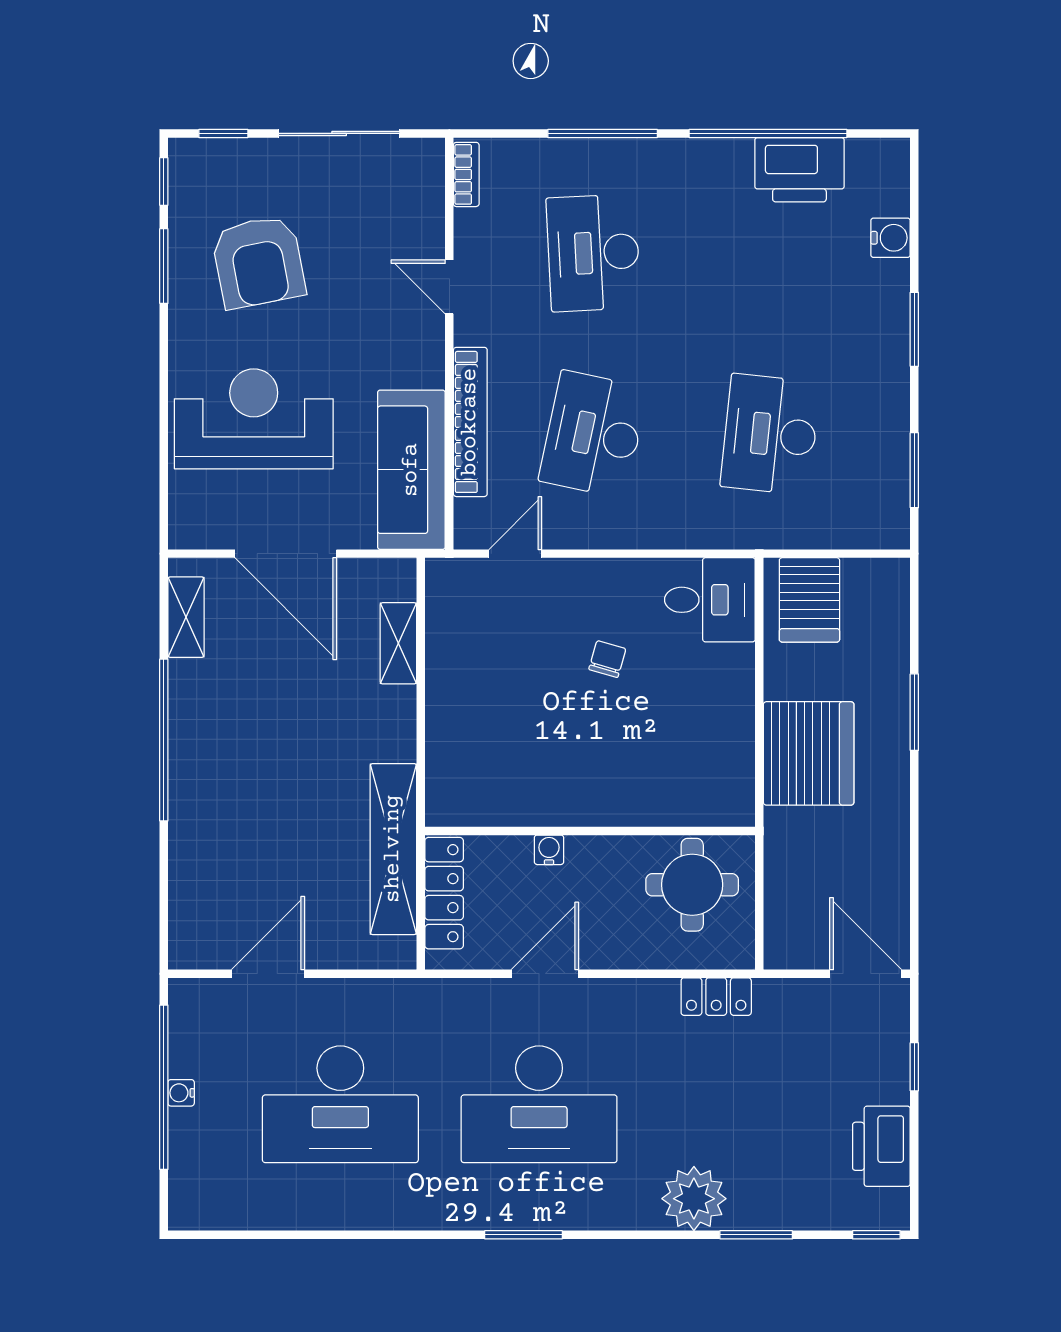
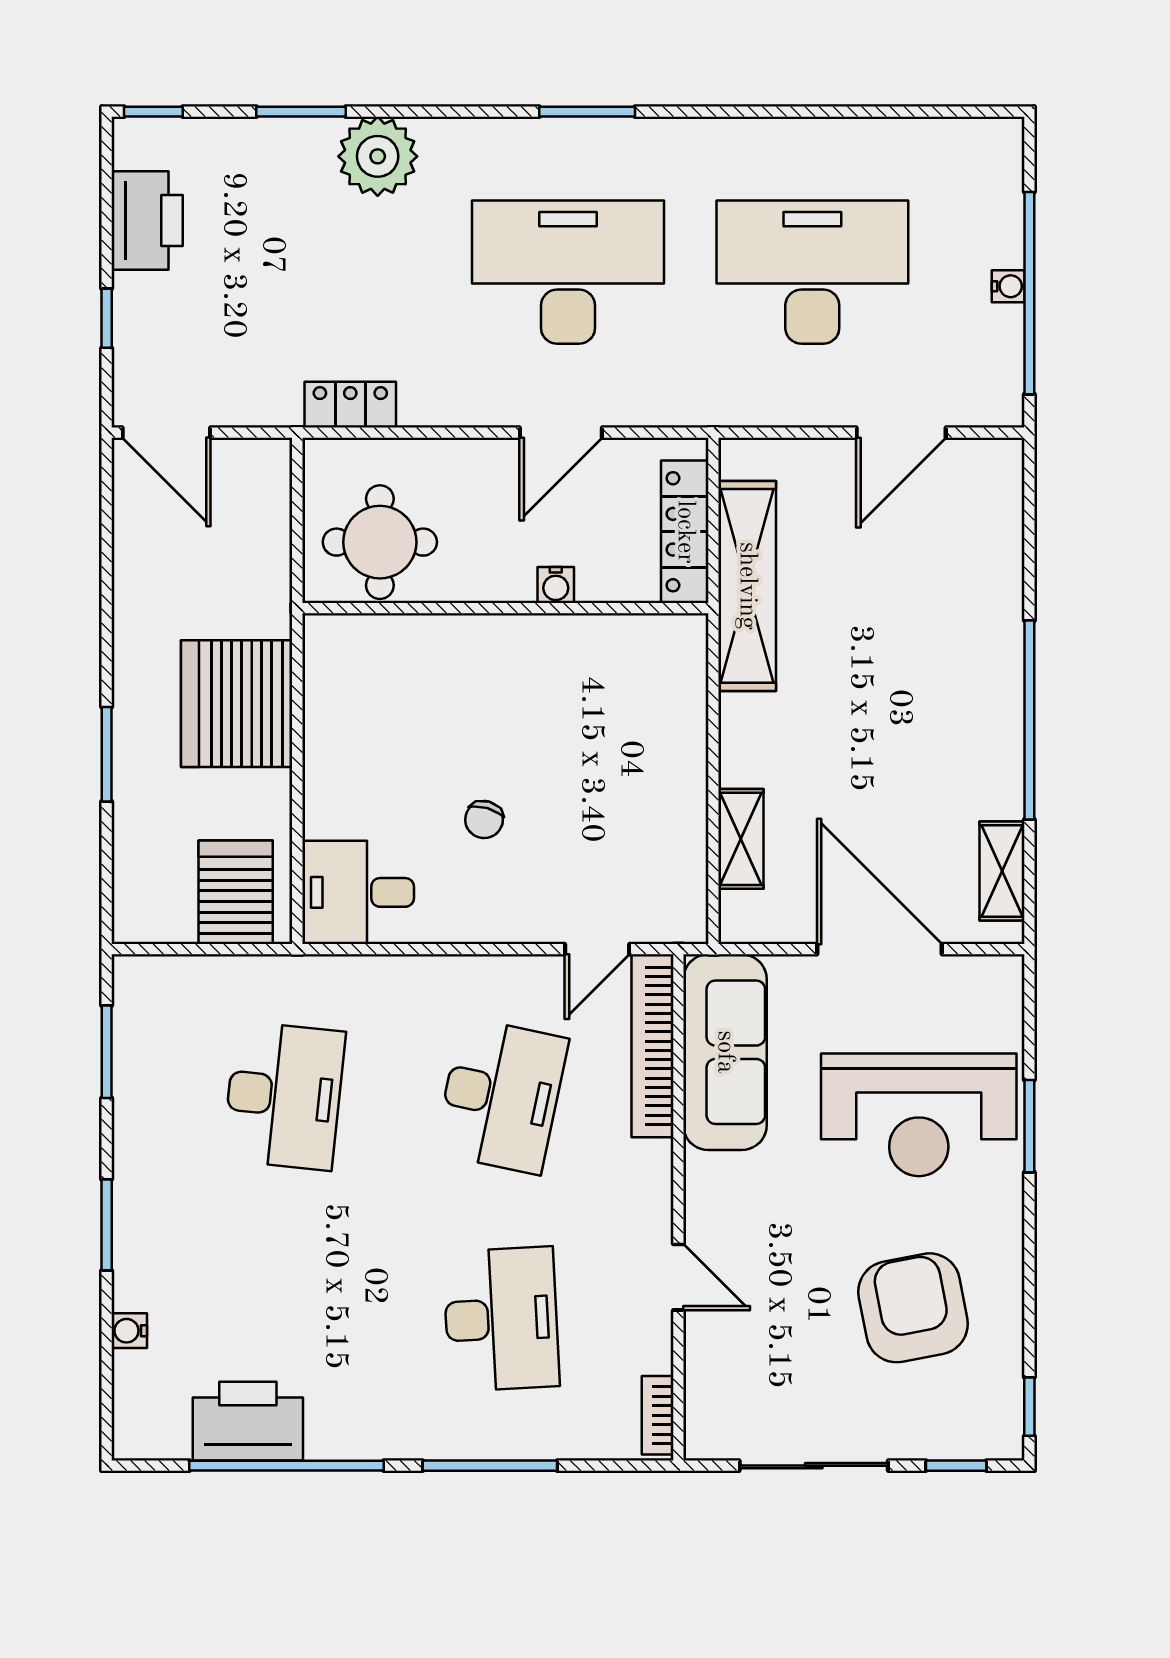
water cooler: (891, 238) -> (129, 1331), width x0.72, depth x0.72
window: (164, 266) -> (1029, 1126), moved
bookcase: (470, 422) -> (653, 1046), moved

